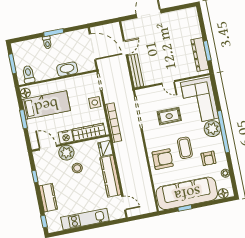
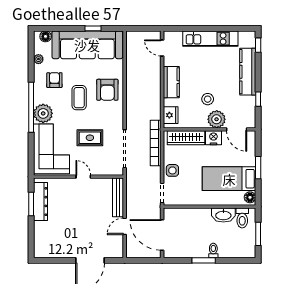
washbasin: (67, 69) -> (223, 215), moved
armchair: (163, 159) -> (107, 90), turned -90
kitchen counter: (110, 176) -> (171, 82), width x0.67
kitchen counter: (48, 198) -> (248, 72), width x1.50

